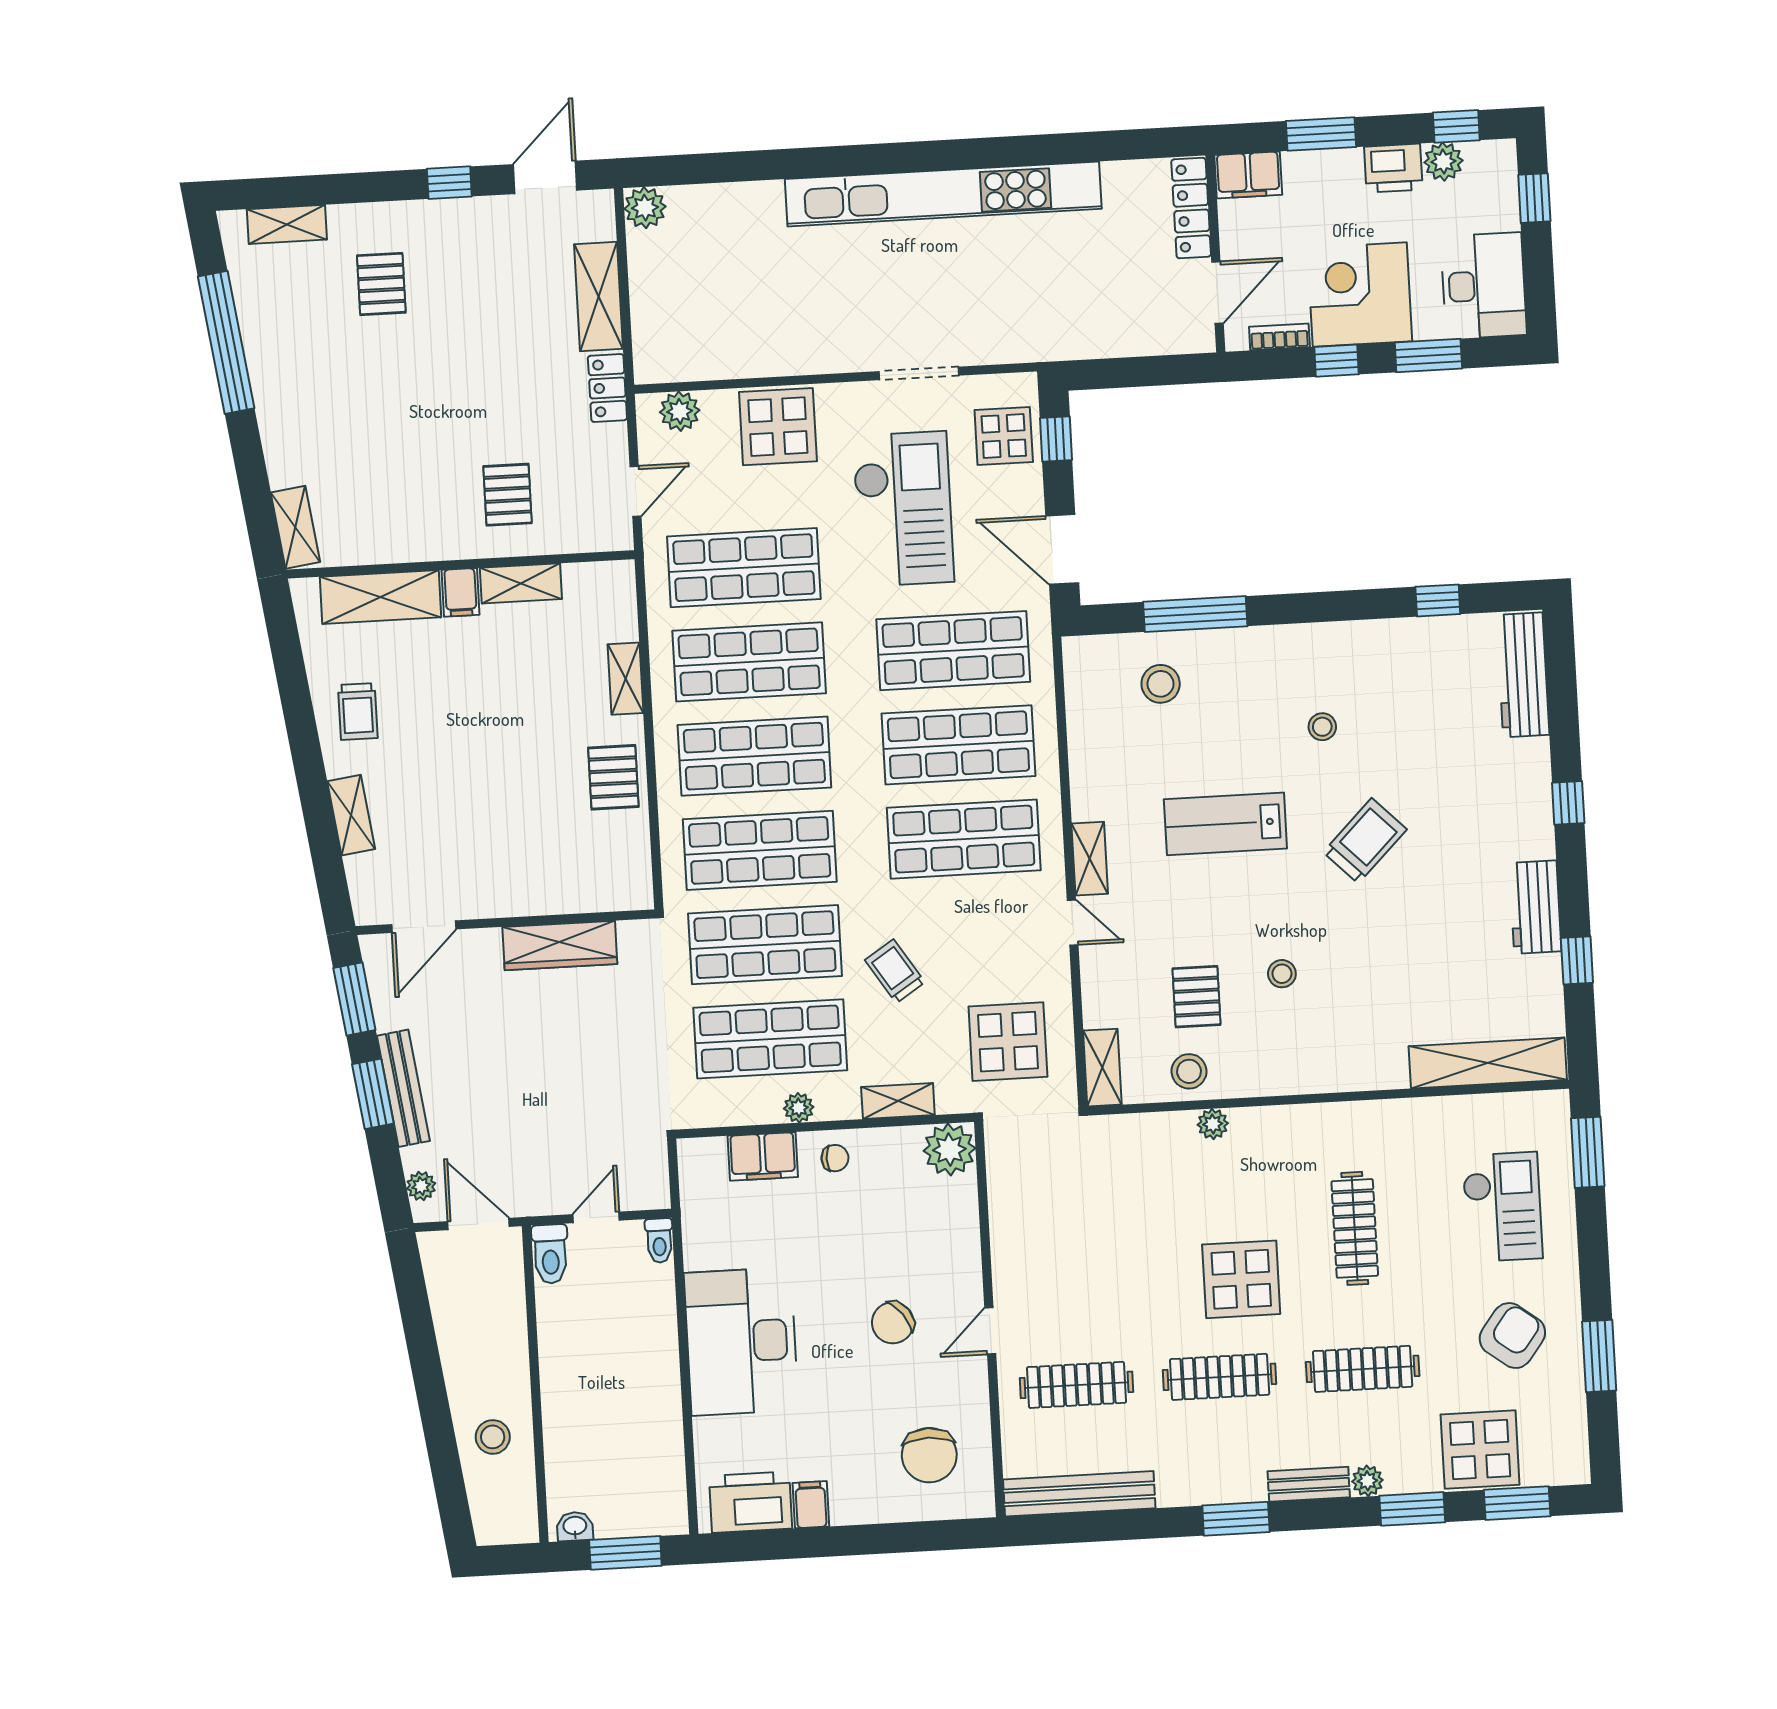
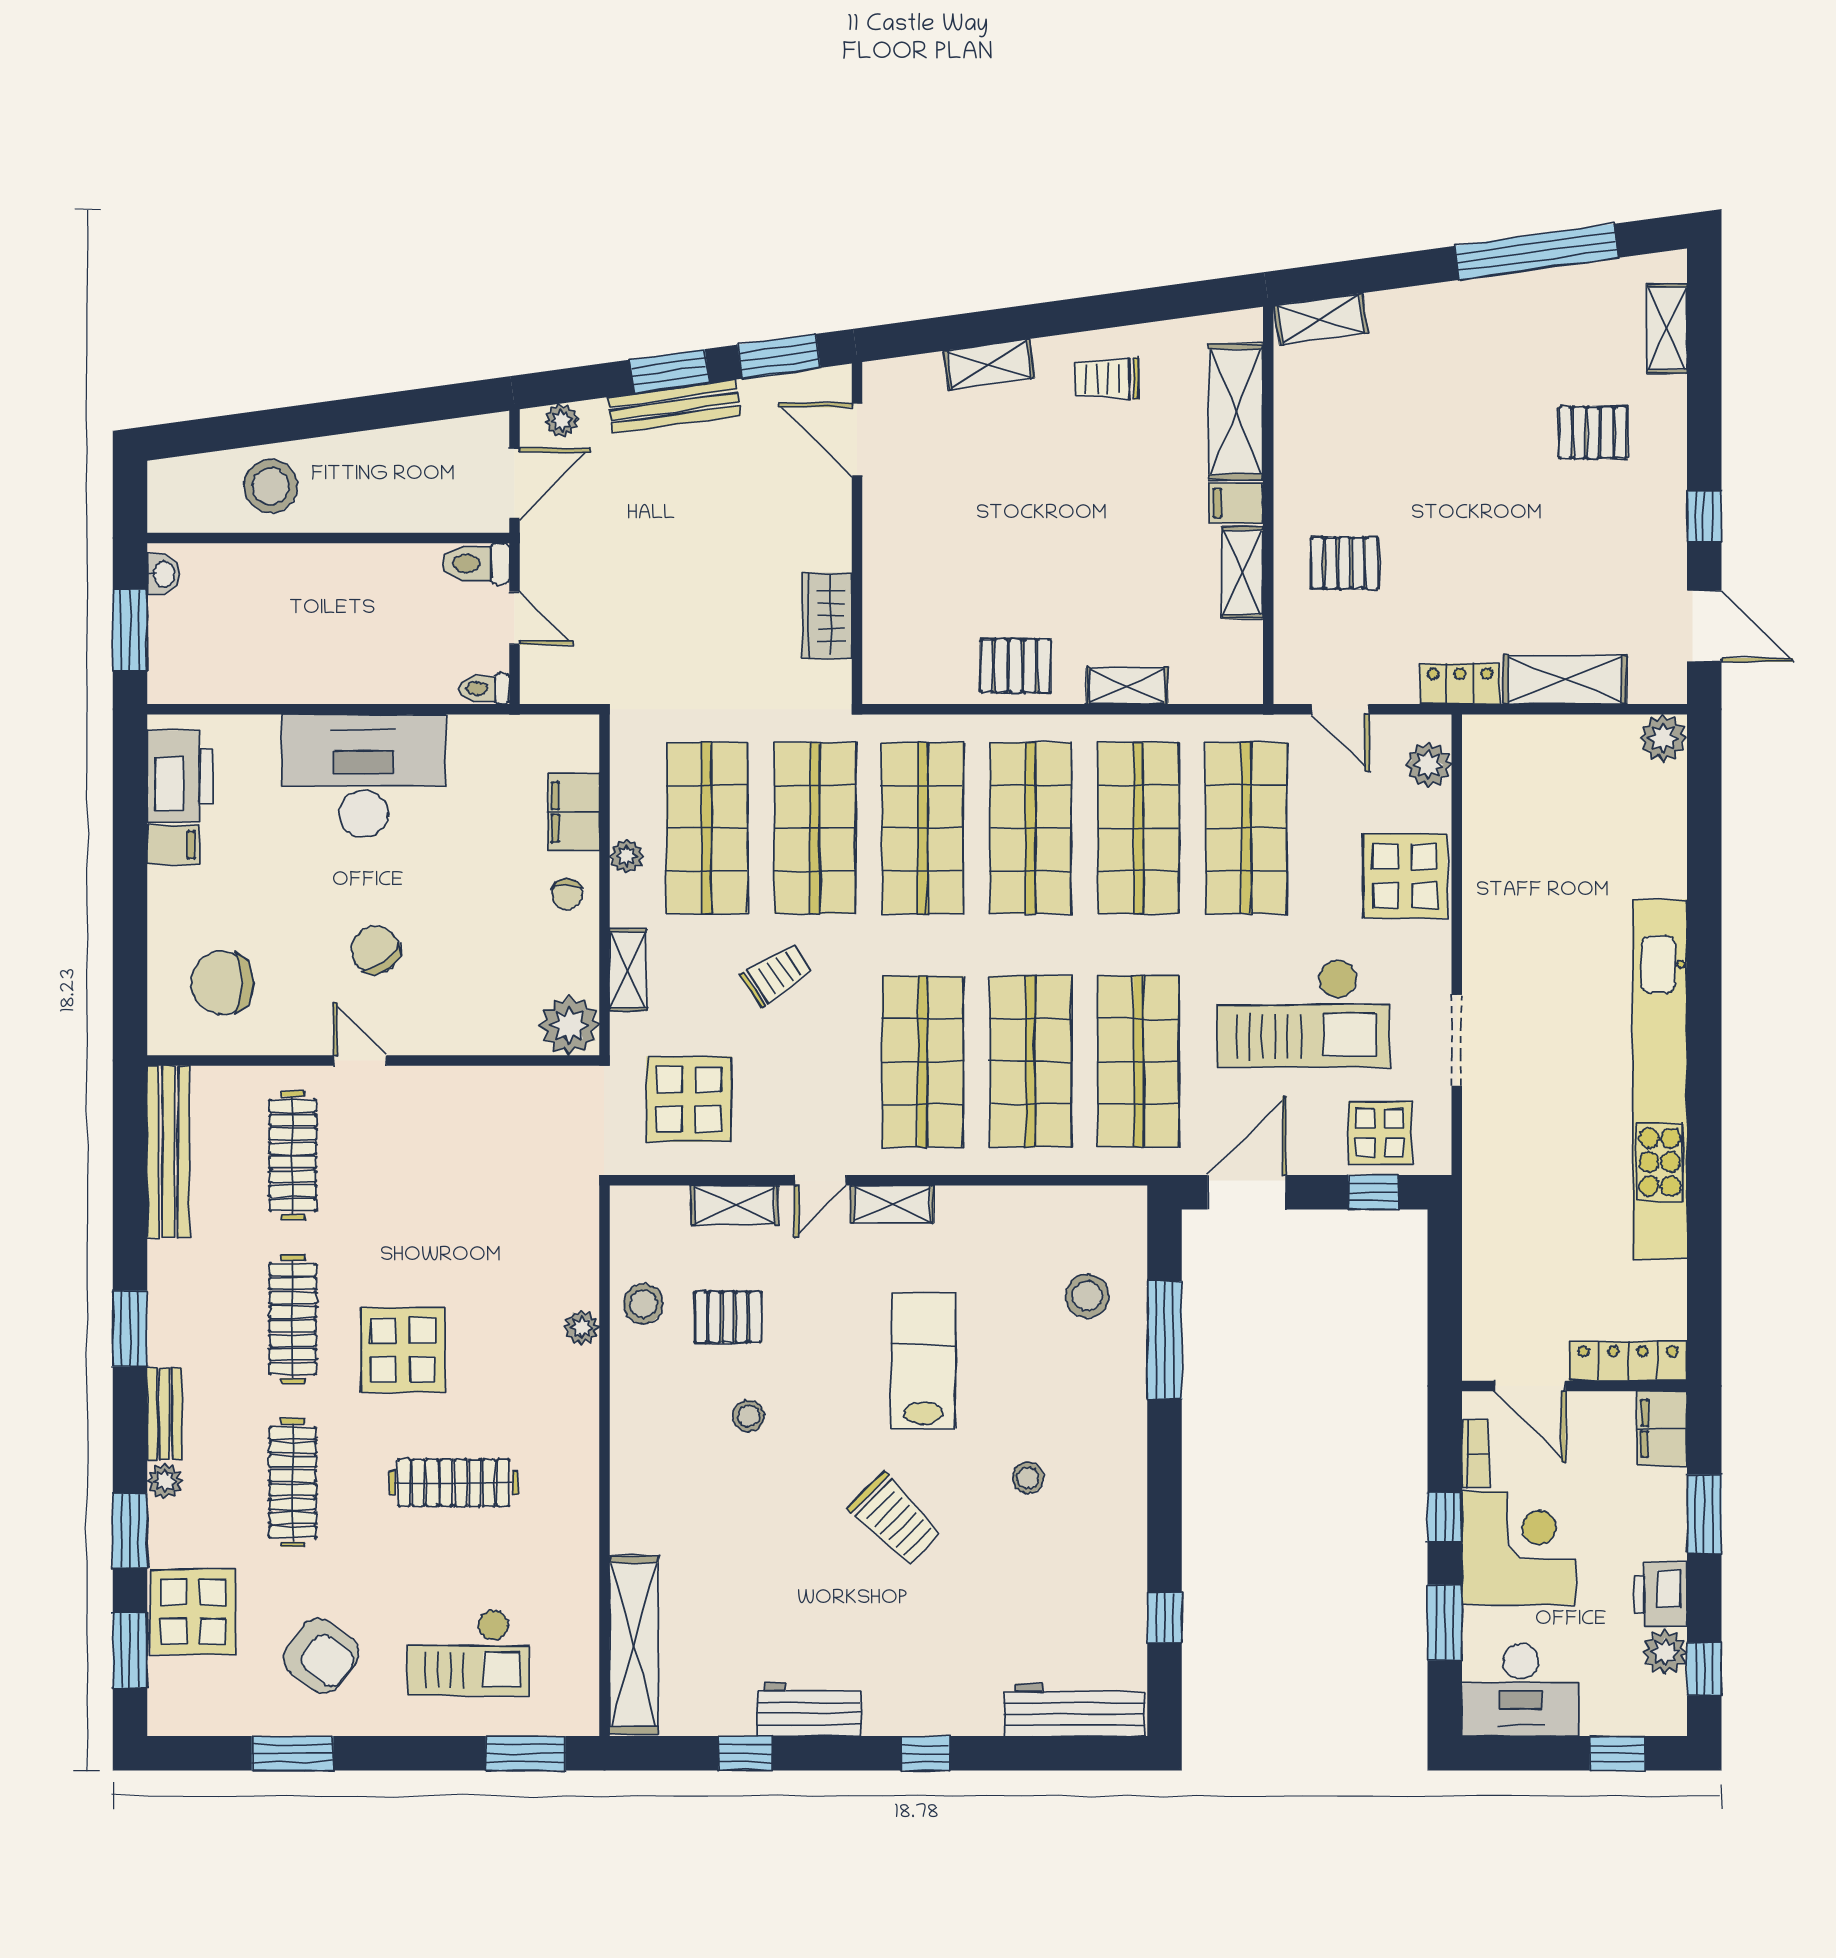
wardrobe: (560, 945) -> (827, 615), width x0.67
shelving: (1102, 1068) -> (735, 1205), moved
stool: (493, 1437) -> (271, 486), width x1.38, depth x1.38

